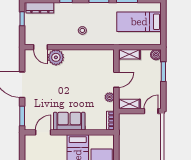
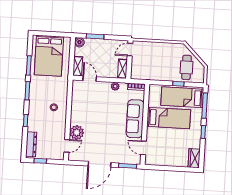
bed: (139, 22) -> (49, 56), width x1.50
door: (116, 80) -> (90, 79), moved
door: (151, 111) -> (130, 50), hinge flipped
sofa: (69, 121) -> (135, 119), width x1.36

